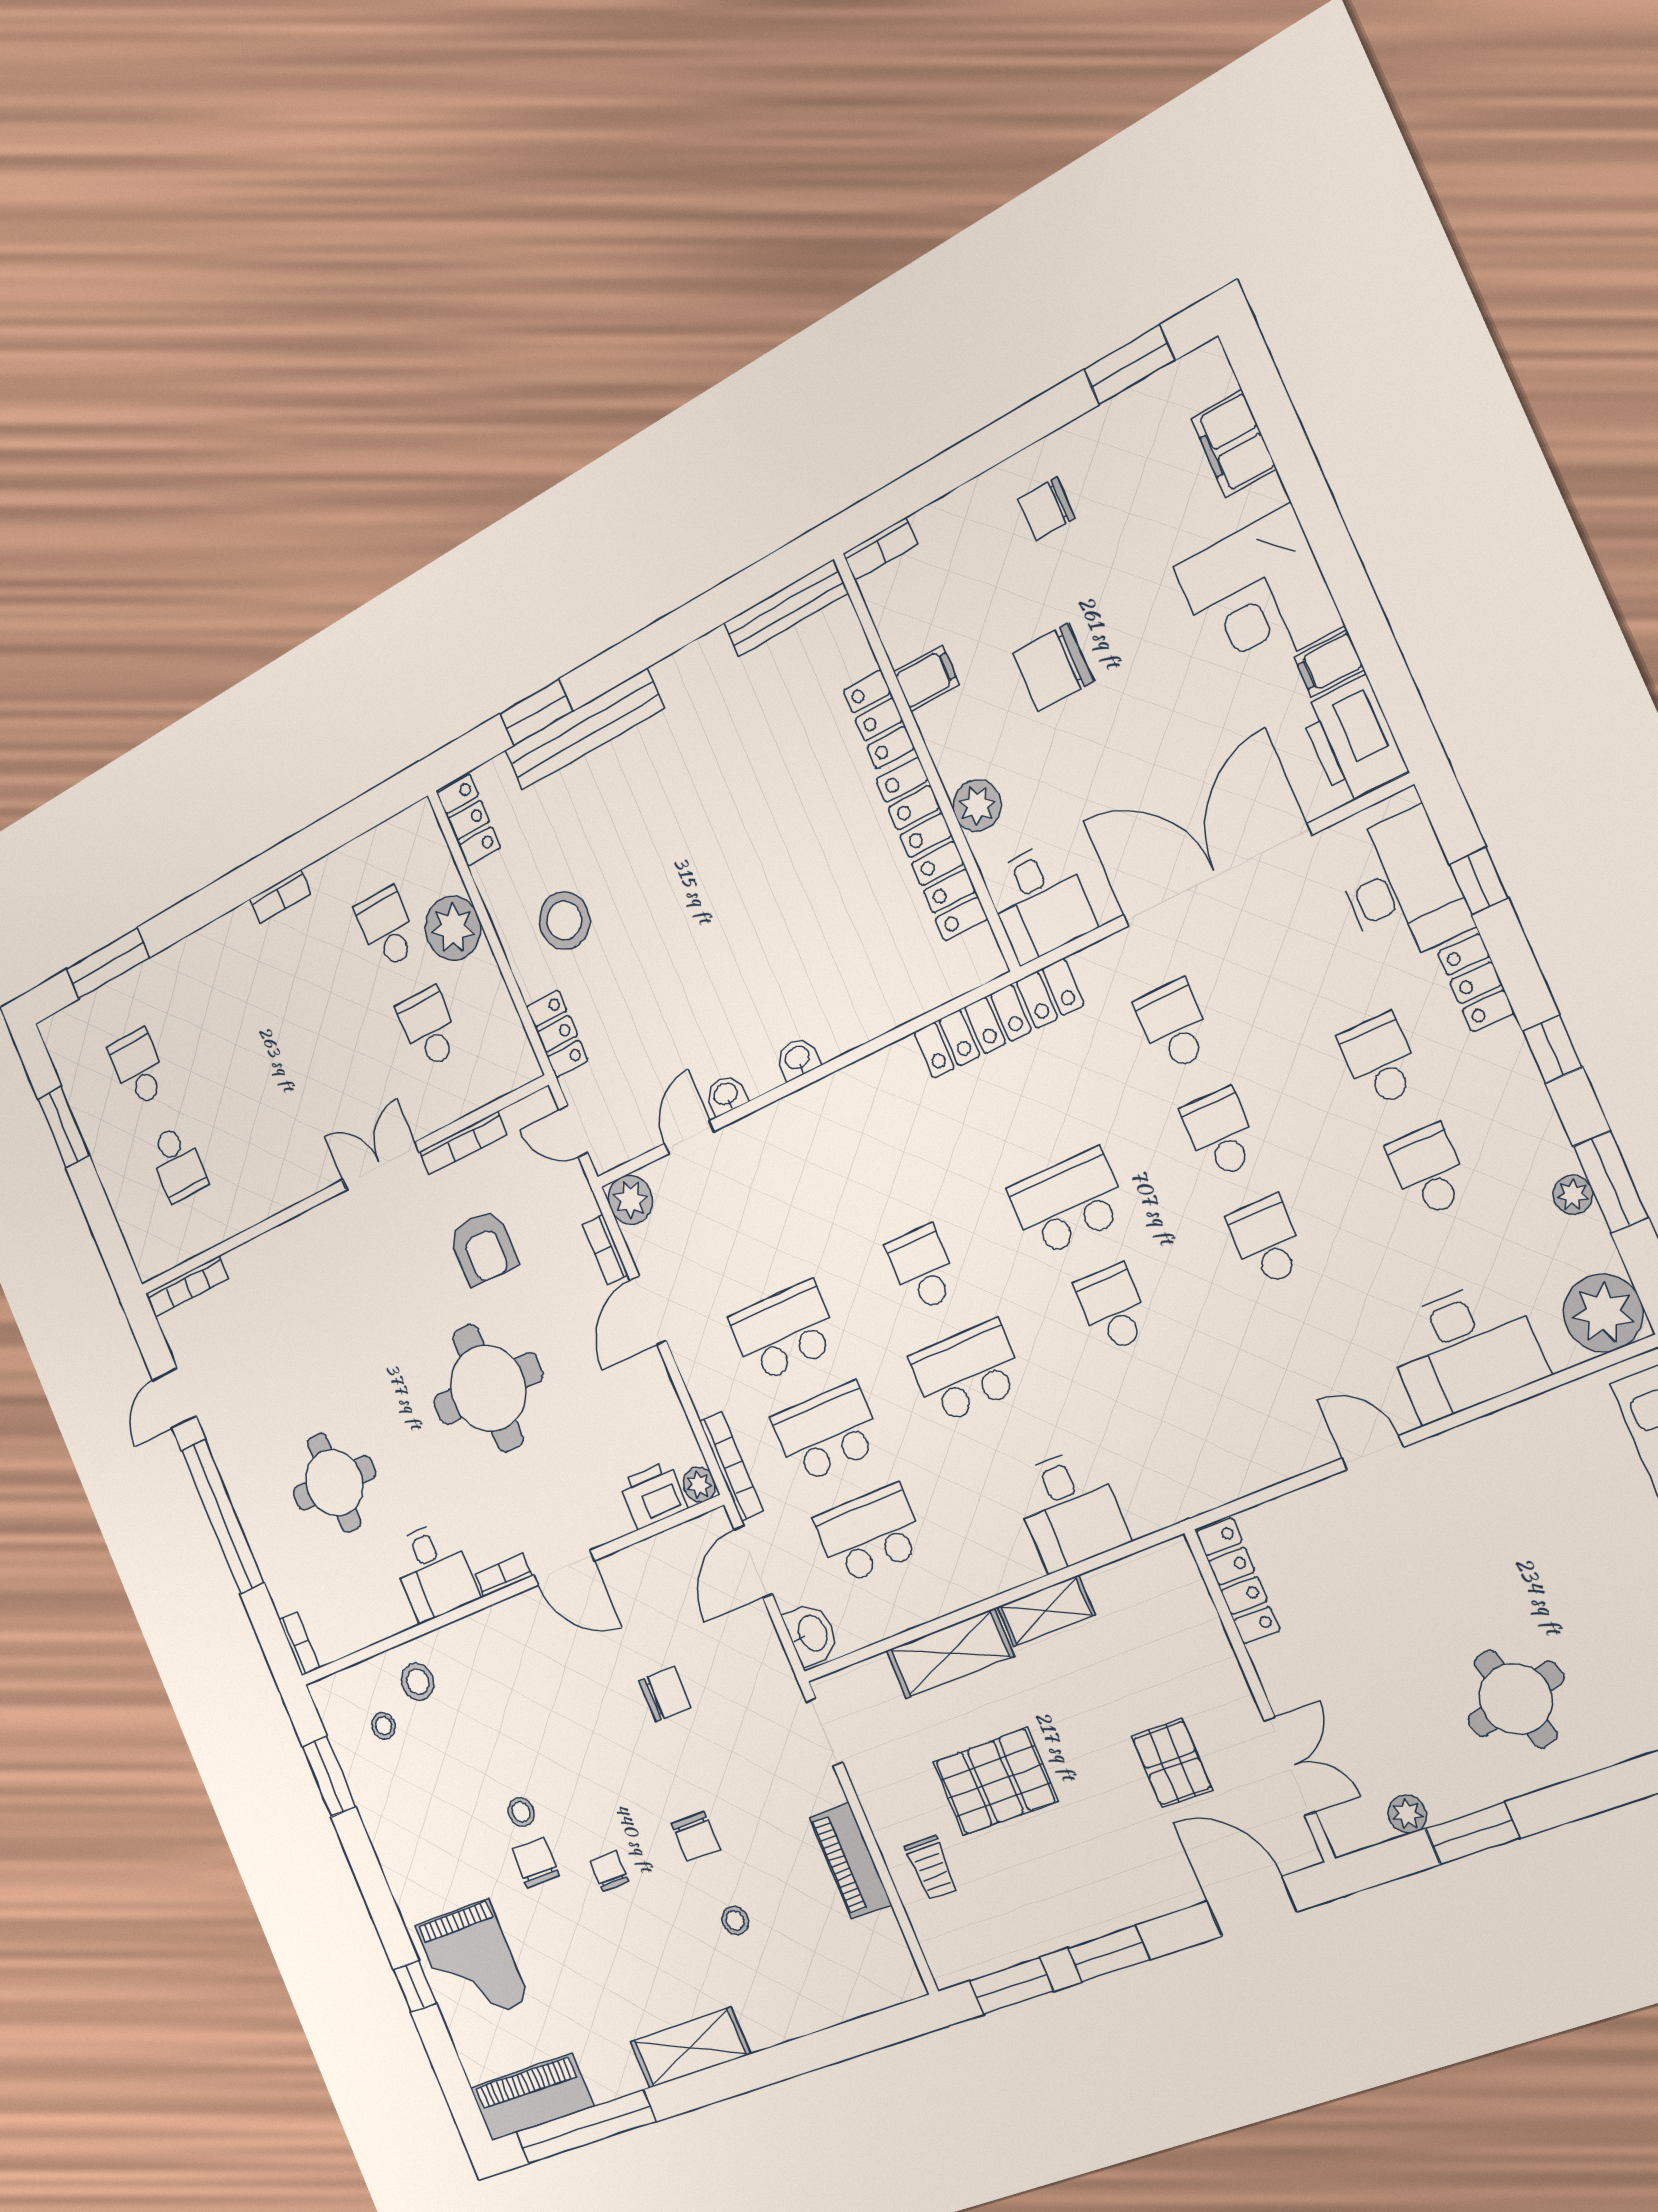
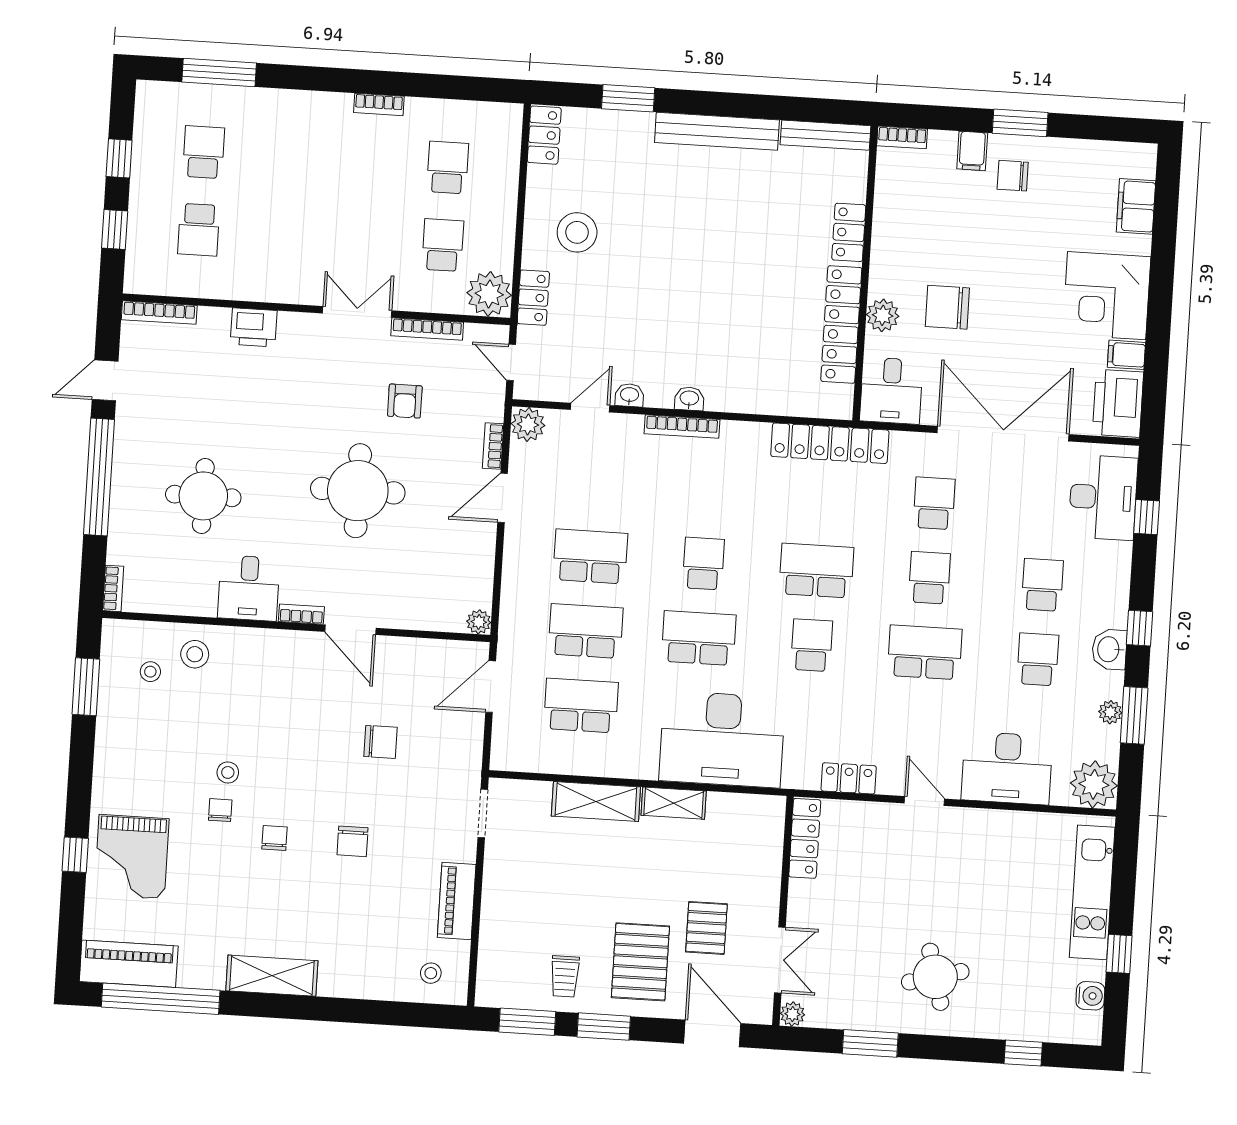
window: (1129, 365) -> (1020, 123), moved
chair: (1053, 667) -> (947, 307), moved
filing cabinet: (926, 678) -> (972, 151), moved, turned 90
bench: (584, 730) -> (717, 131), moved
plant: (453, 928) -> (489, 294), moved
locker: (1476, 983) -> (849, 778), moved, turned 90
window: (64, 1127) -> (119, 158), width x0.67
window: (99, 1214) -> (115, 229), added
school desk: (1267, 1241) -> (925, 652), width x1.85
armchair: (483, 1248) -> (405, 401), width x0.72, depth x0.72
bookcase: (731, 1466) -> (682, 427), moved, turned 90
printer: (653, 1495) -> (254, 327), moved, turned 180
desk: (1070, 1509) -> (722, 739), width x1.87, depth x1.30
washbasin: (812, 1634) -> (1109, 649), moved, turned 180
pallet: (995, 1782) -> (640, 962), moved, turned 90
plant: (1407, 1814) -> (792, 1014), moved
chair: (536, 1863) -> (220, 810), width x0.73, depth x0.73
trolley: (931, 1868) -> (565, 976), moved
stool: (735, 1920) -> (431, 973), moved

